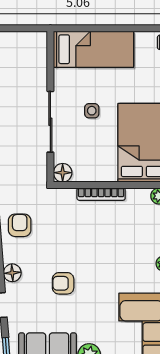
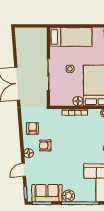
floor lamp: (63, 173) -> (78, 101), moved
armchair: (63, 283) -> (45, 145), moved

